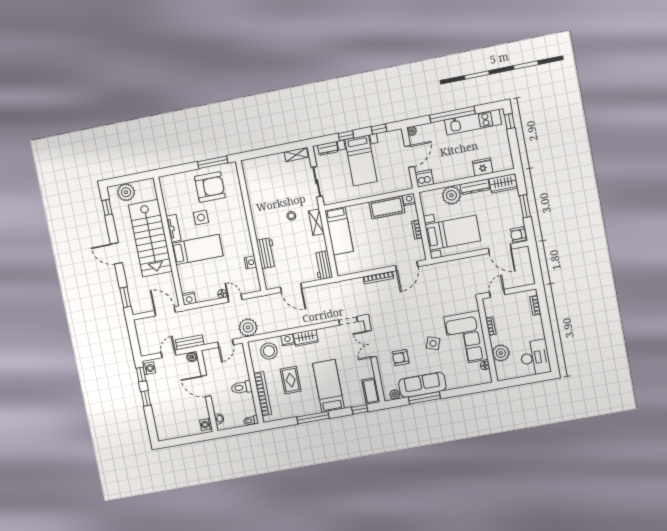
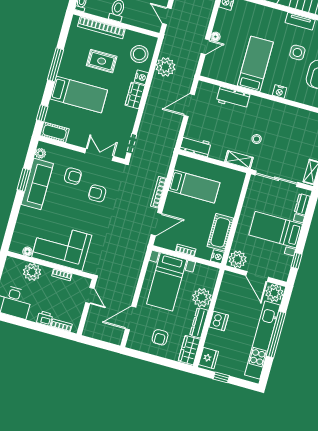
window: (510, 121) -> (221, 377), moved
kitchen unit: (473, 122) -> (262, 340), width x1.36
plant: (412, 131) -> (274, 293), width x1.88, depth x1.88
window: (346, 136) -> (306, 227), removed
fridge: (483, 167) -> (209, 358), moved
dishwasher: (424, 178) -> (219, 321), moved
plant: (403, 181) -> (238, 259), added
sliding door: (317, 182) -> (276, 179), width x1.37
window: (525, 206) -> (158, 360), removed
bed: (339, 231) -> (194, 187), moved, turned 180
armchair: (518, 235) -> (160, 337), moved, turned 180
bed: (197, 250) -> (255, 64), moved, turned 180
nightstand: (250, 262) -> (280, 92), moved
door: (407, 266) -> (156, 224), swing flipped
printer: (536, 323) -> (45, 318), added
plant: (248, 327) -> (165, 67), moved
armchair: (405, 330) -> (97, 193), added
side table: (433, 343) -> (72, 213), removed
armchair: (401, 358) -> (73, 176), turned 90
window: (424, 398) -> (24, 180), width x0.69

